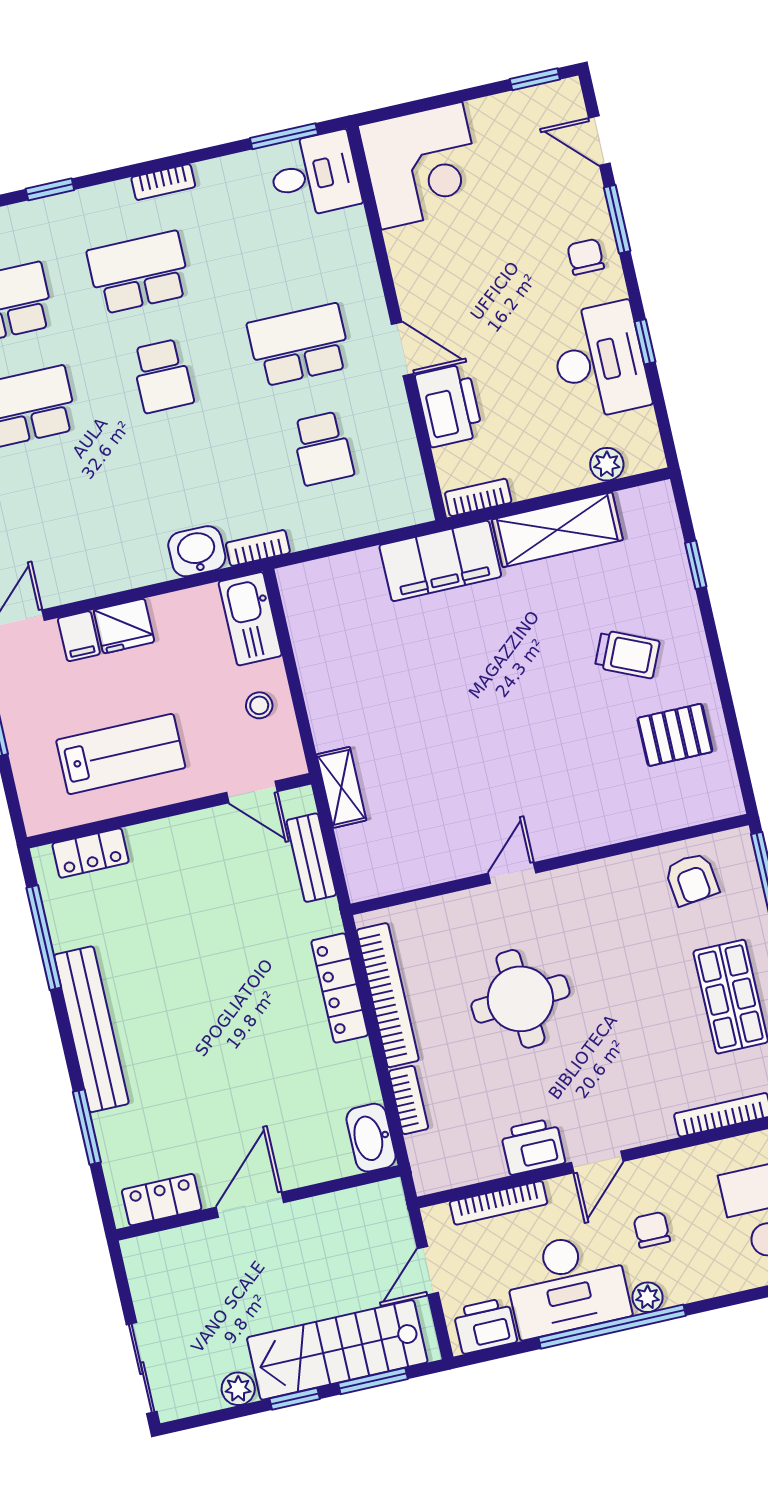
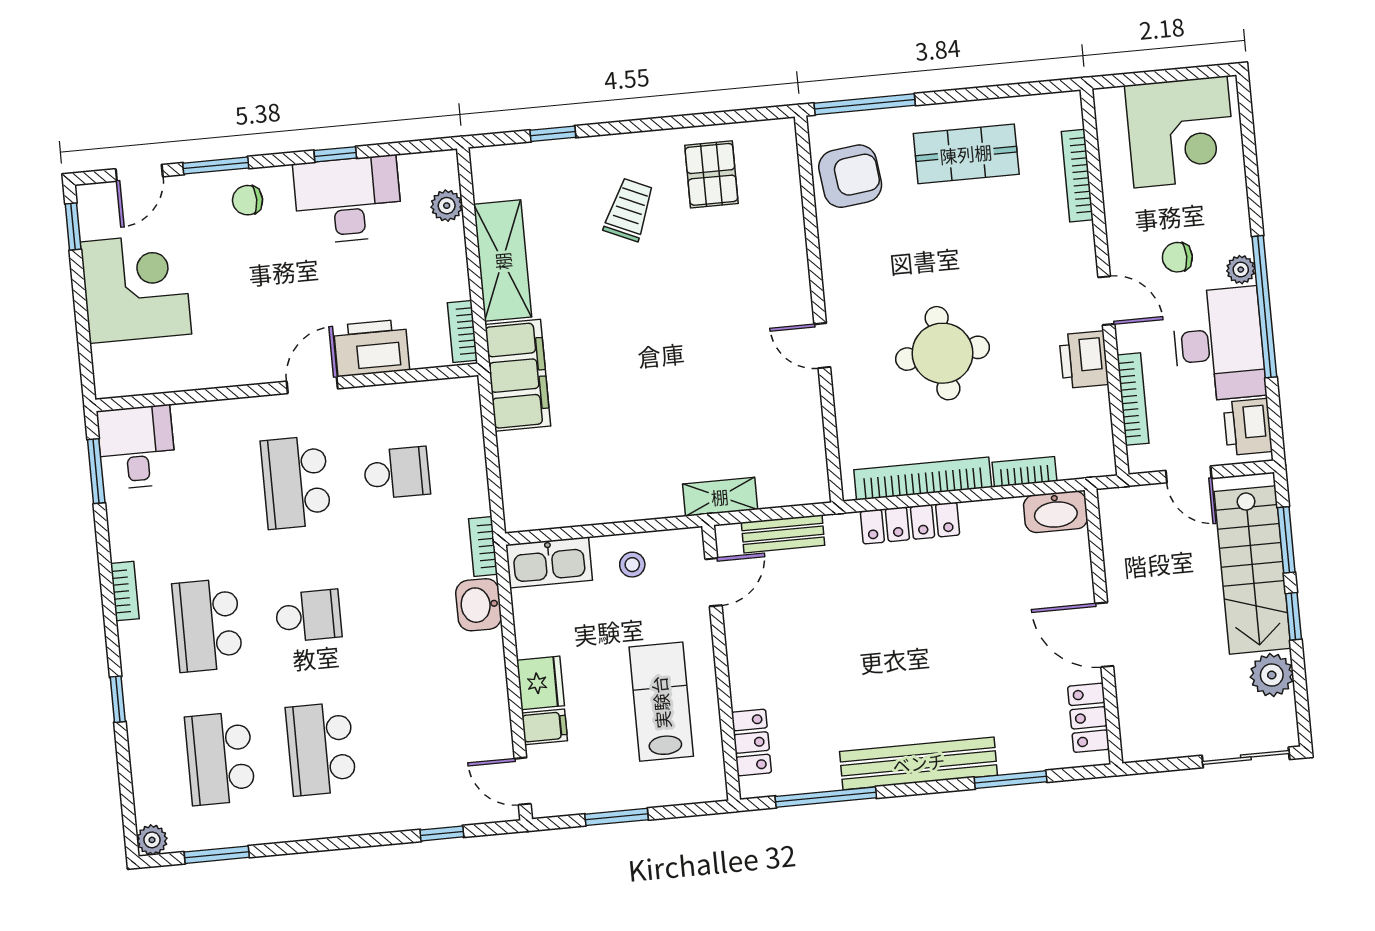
corner desk: (422, 166) -> (136, 288), moved
armchair: (692, 879) -> (850, 176), width x1.38, depth x1.38
plant: (238, 1389) -> (1272, 675), width x1.38, depth x1.38

